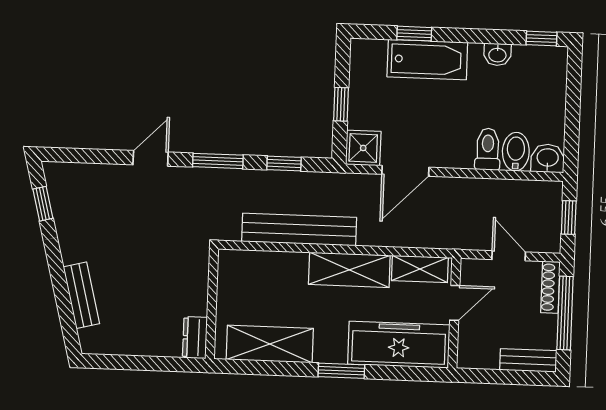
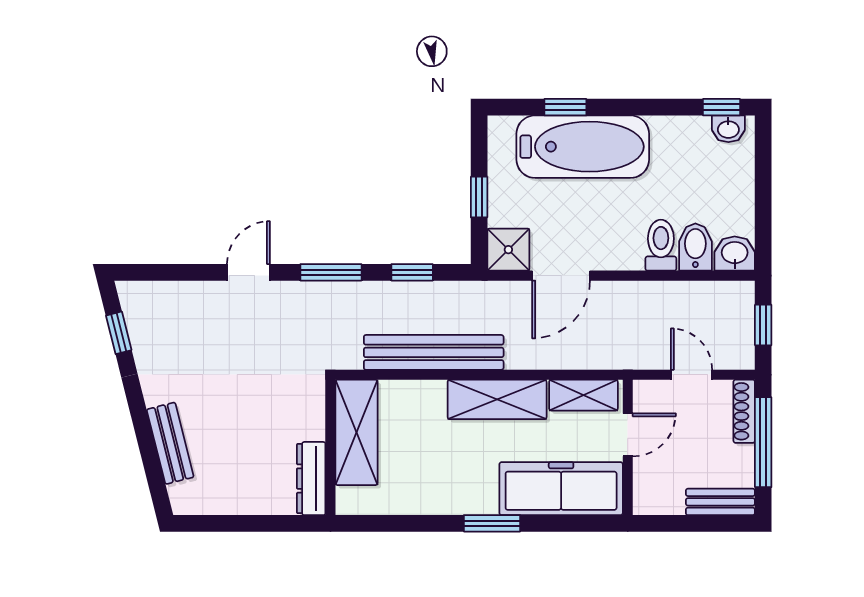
washbasin: (497, 54) -> (728, 129), moved
bathtub: (427, 60) -> (583, 147), width x1.36, depth x1.36
dresser: (195, 338) -> (311, 479), width x1.44
shelving: (270, 344) -> (356, 432), moved, turned 90

